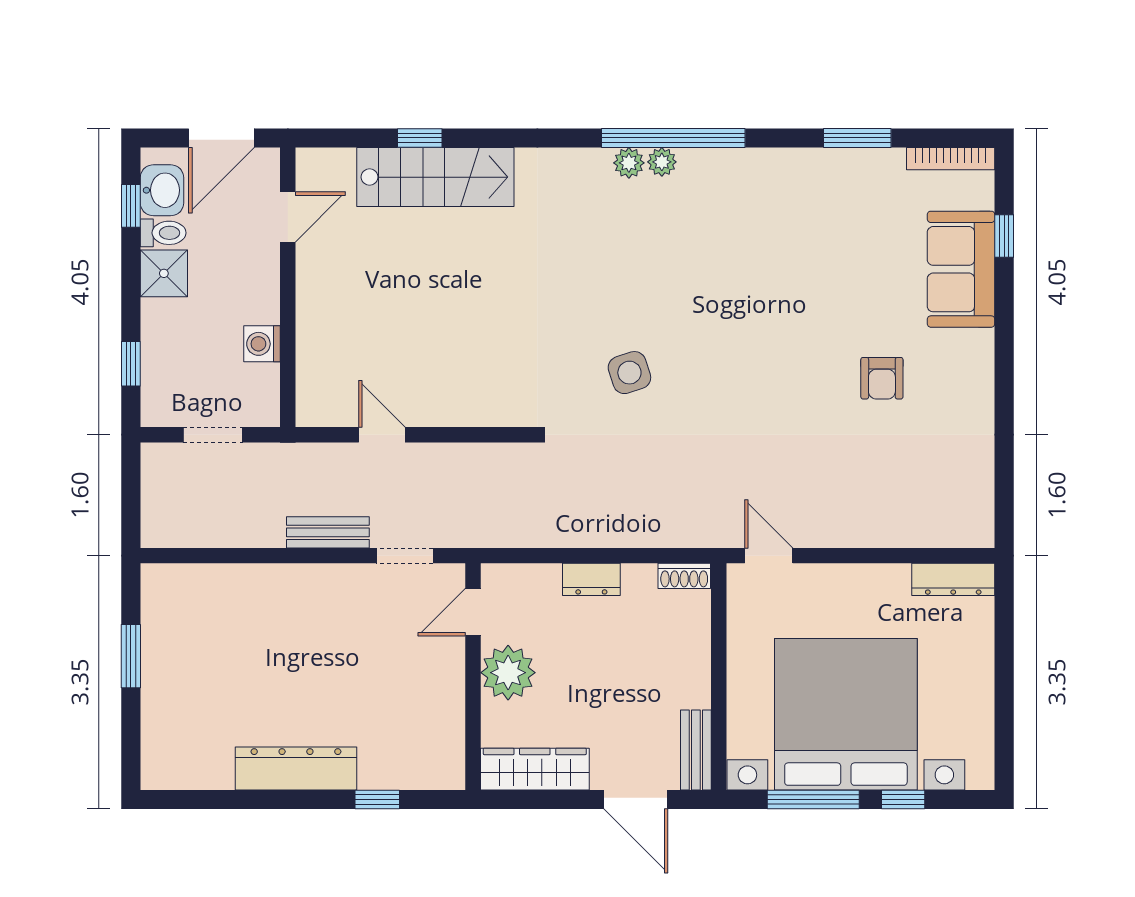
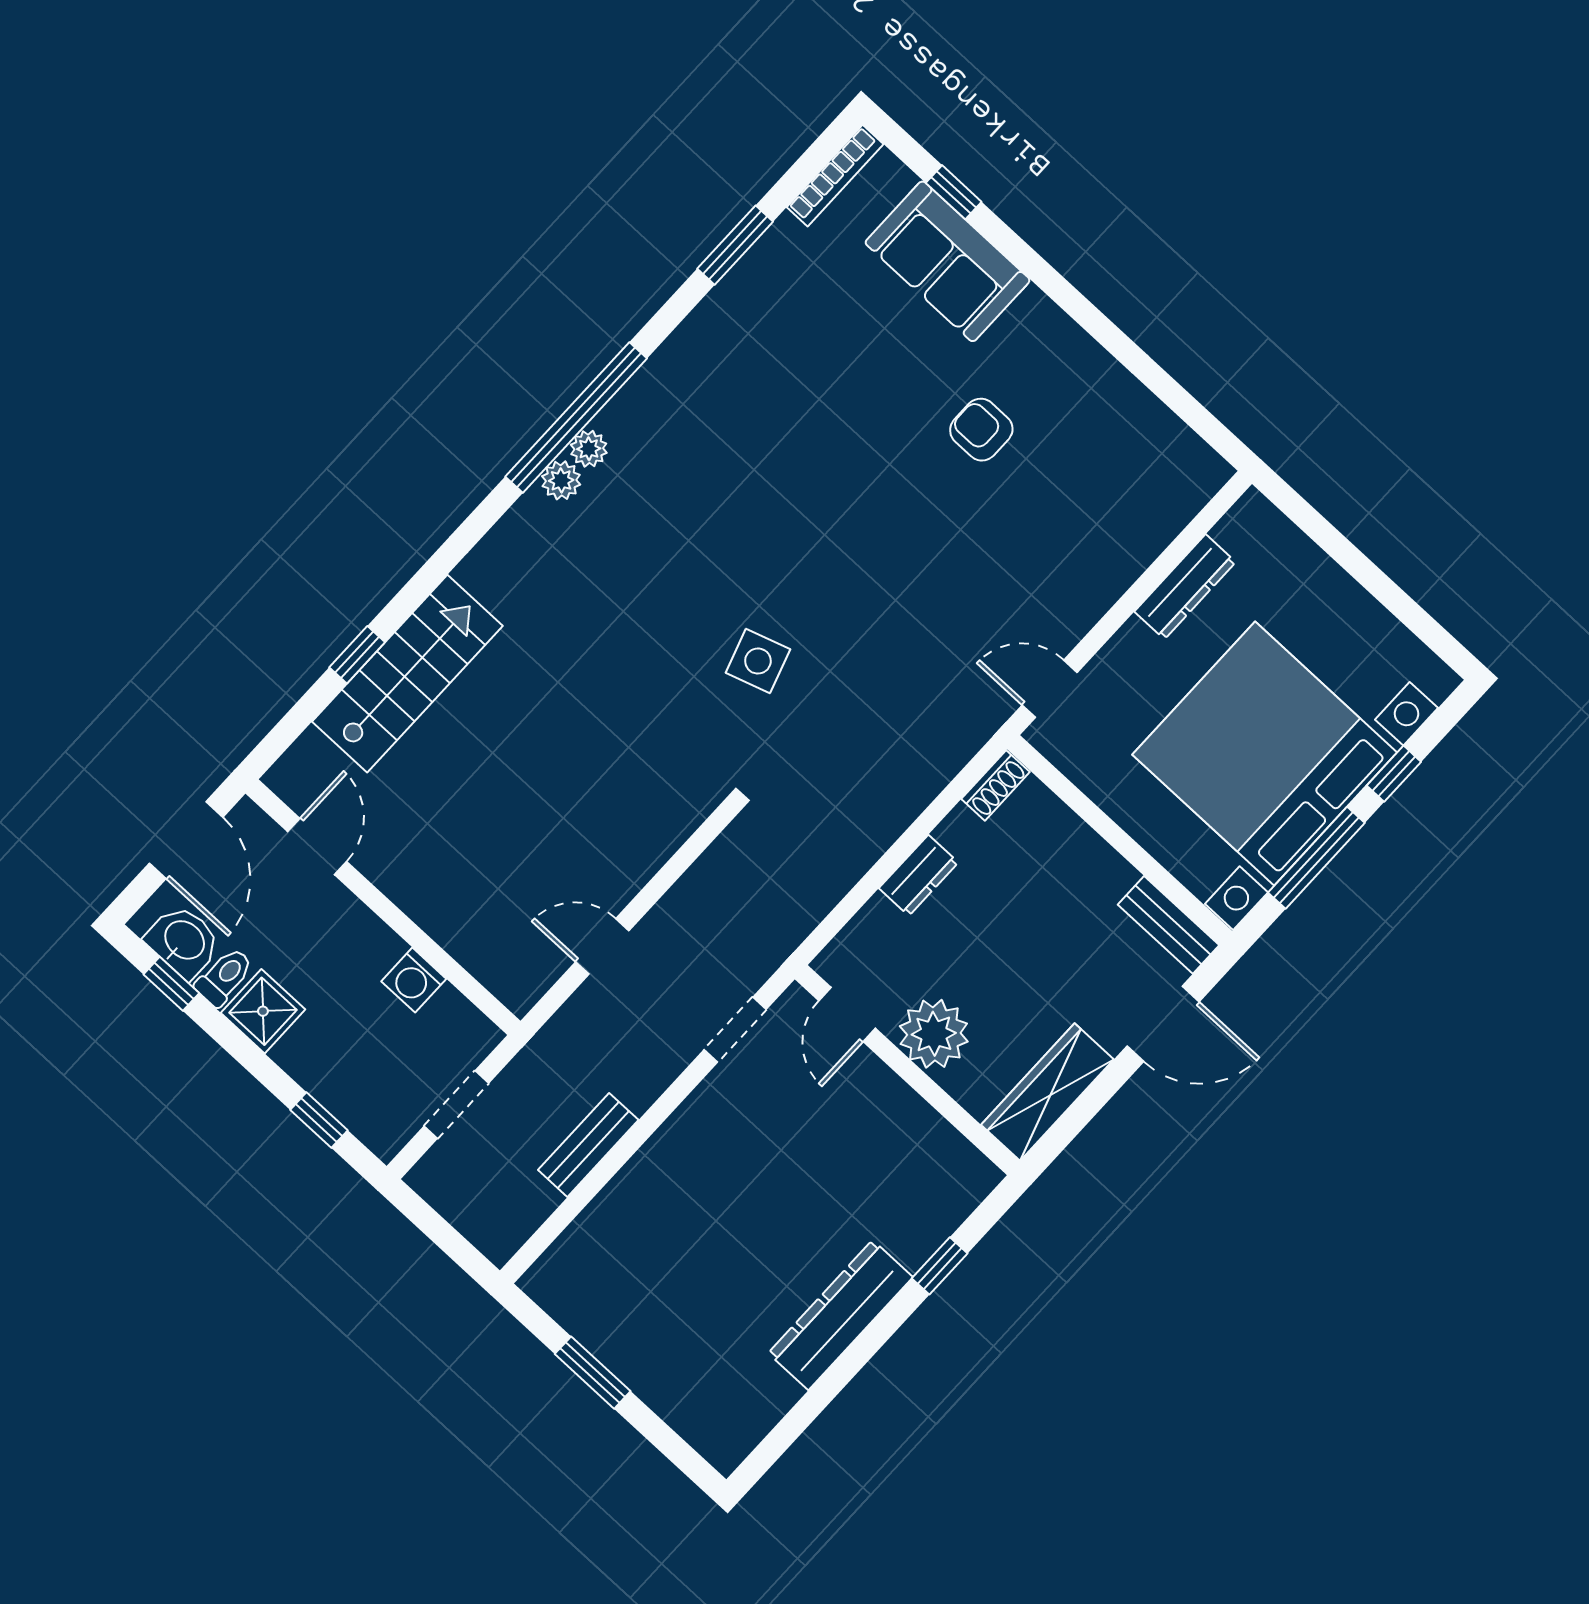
armchair: (882, 378) -> (981, 430), turned 180
bench: (328, 532) -> (588, 1145), moved
dresser: (953, 579) -> (1185, 587), moved

